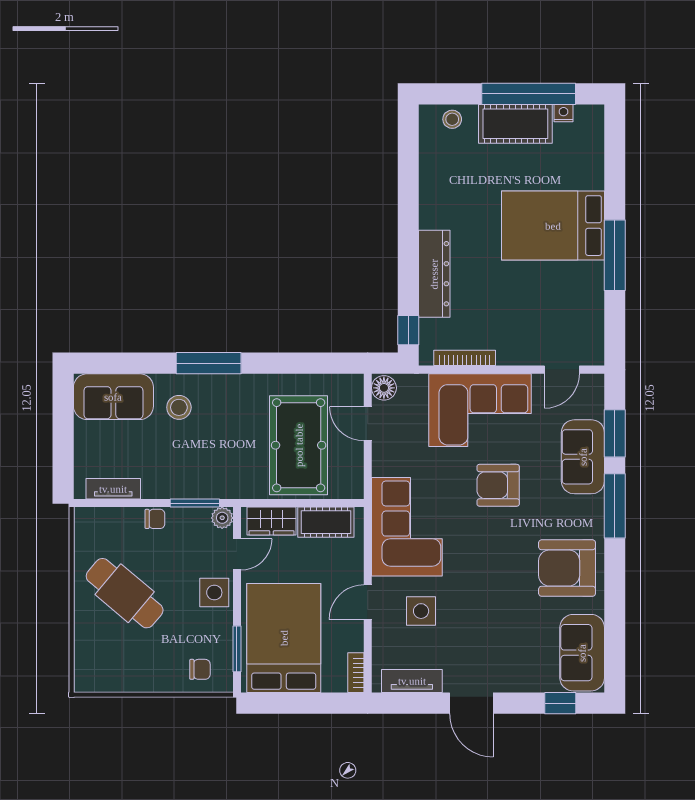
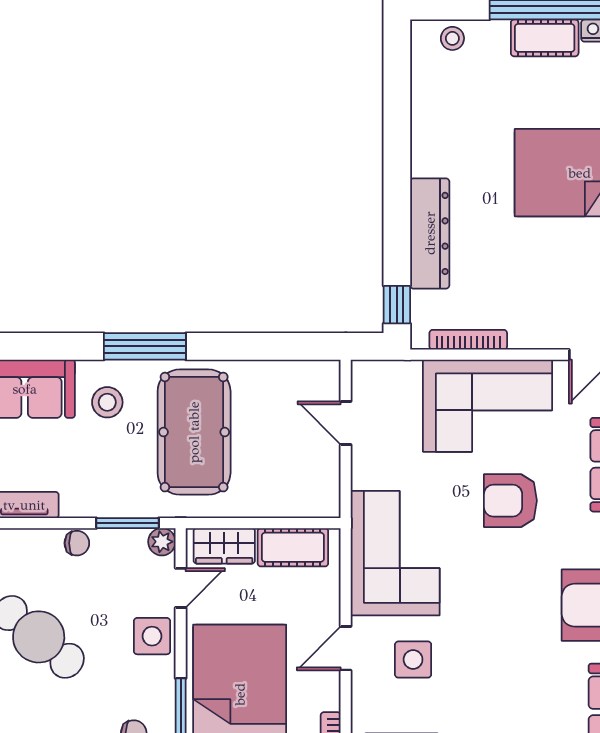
cot: (515, 124) -> (545, 38), width x0.73, depth x0.75
floor lamp: (384, 388) -> (366, 378), removed
pool table: (299, 445) -> (194, 432), moved

